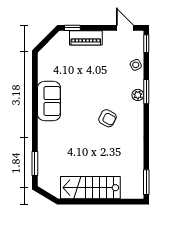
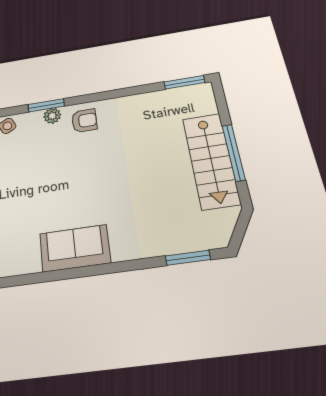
armchair: (108, 118) -> (84, 121), moved, turned 62
window: (93, 202) -> (234, 152), added

